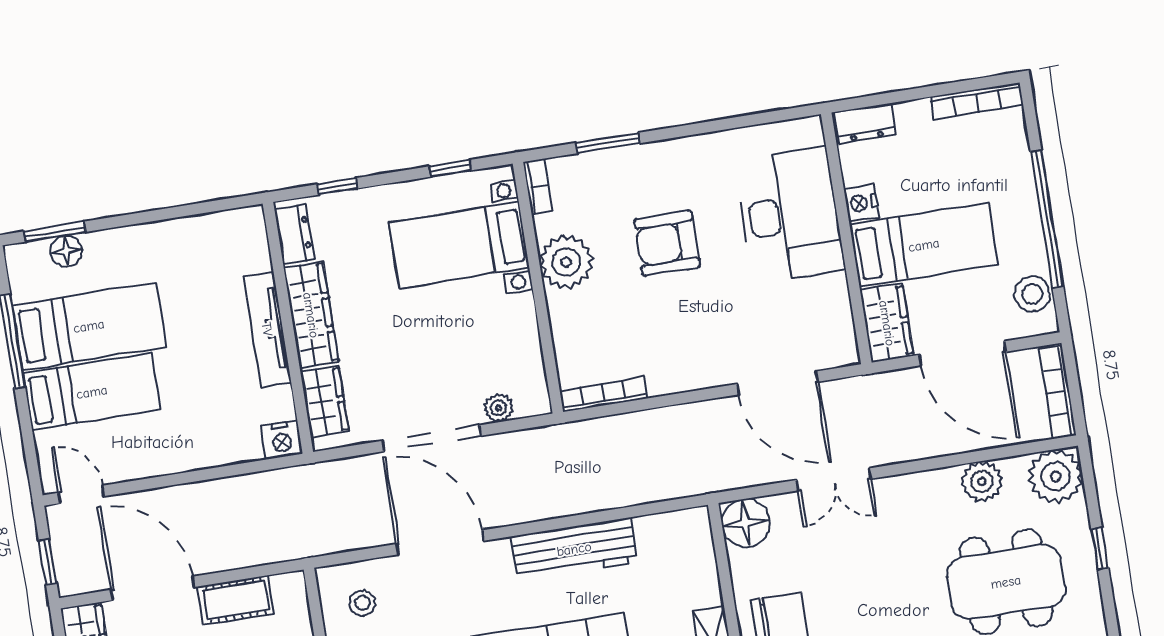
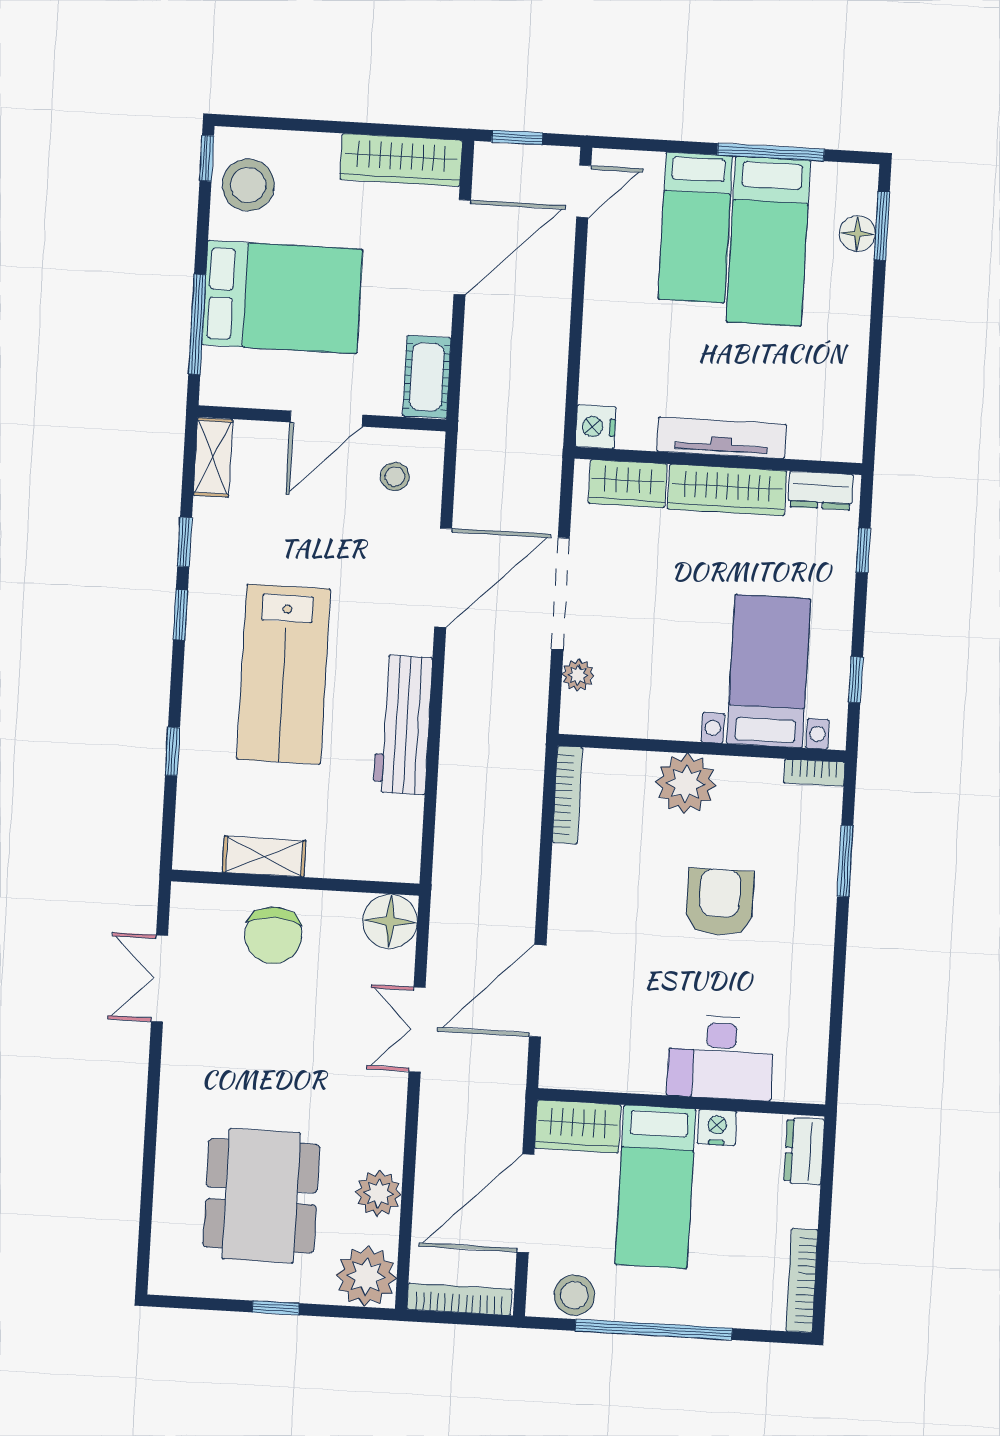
desk: (790, 215) -> (721, 1058), width x0.73, depth x0.77
plant: (566, 262) -> (686, 784), moved
cot: (236, 600) -> (427, 377), moved

